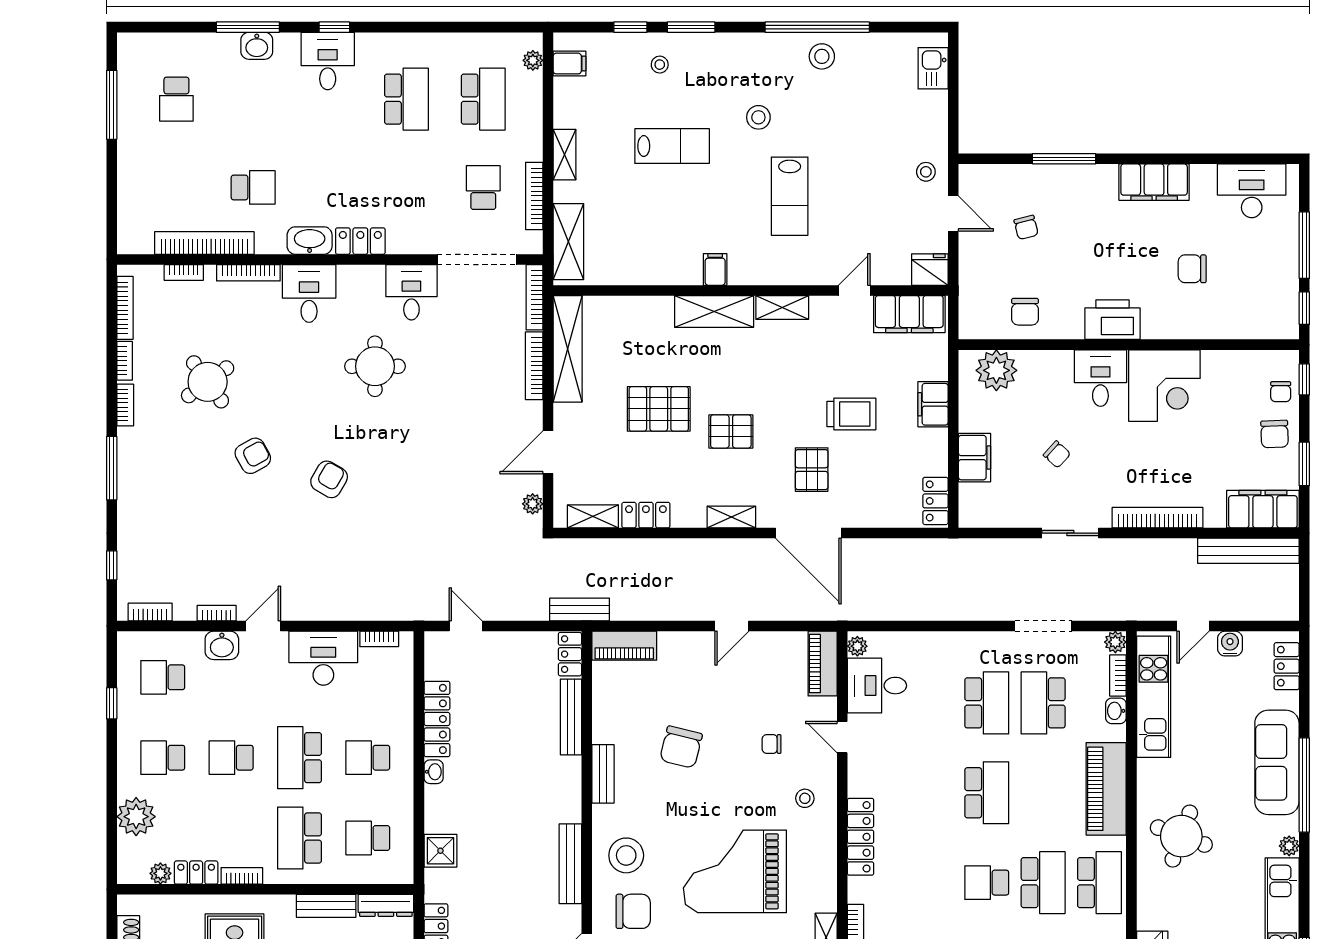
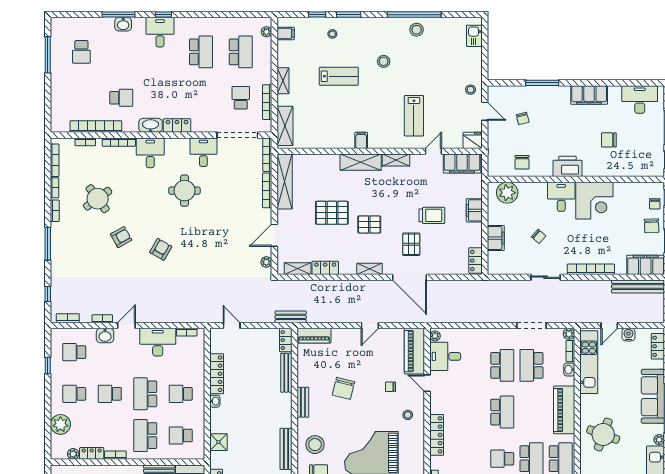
lab bench: (790, 196) -> (414, 116), moved
piano: (823, 664) -> (414, 351), width x1.37, depth x1.33

